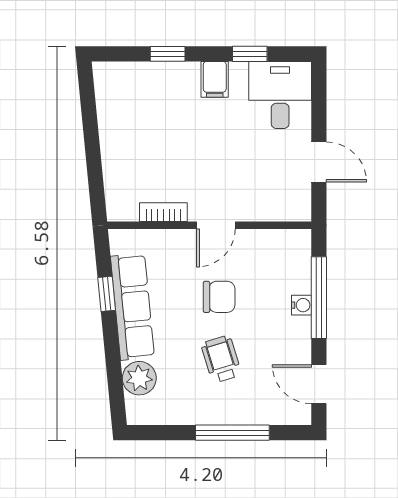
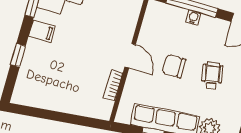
chair: (219, 297) -> (174, 66), turned -90
wheelchair: (221, 359) -> (212, 76), turned 97

